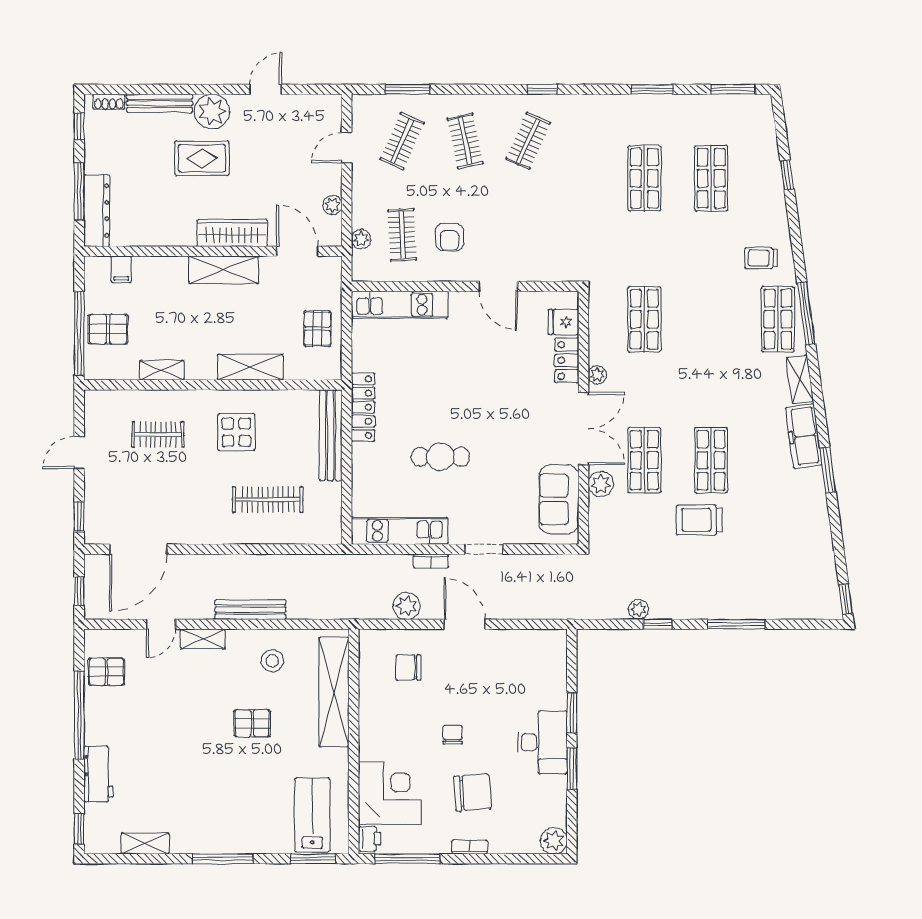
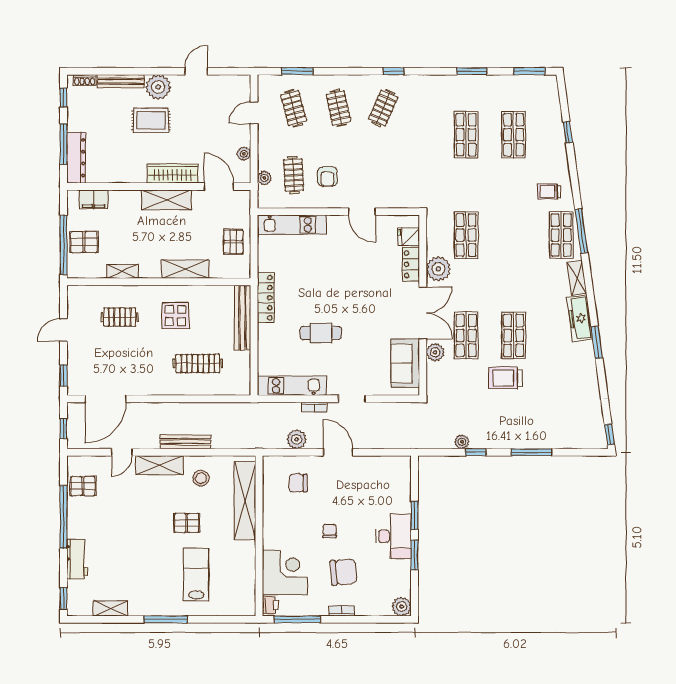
clothes rail: (402, 141) -> (294, 108), turned -39
filing cabinet: (121, 269) -> (93, 199), width x2.00
plant: (597, 375) -> (438, 269), width x1.88, depth x1.88
shelving: (203, 639) -> (160, 465), width x1.50, depth x1.33
lab bench: (312, 815) -> (196, 575), moved
window: (313, 859) -> (230, 619), removed

